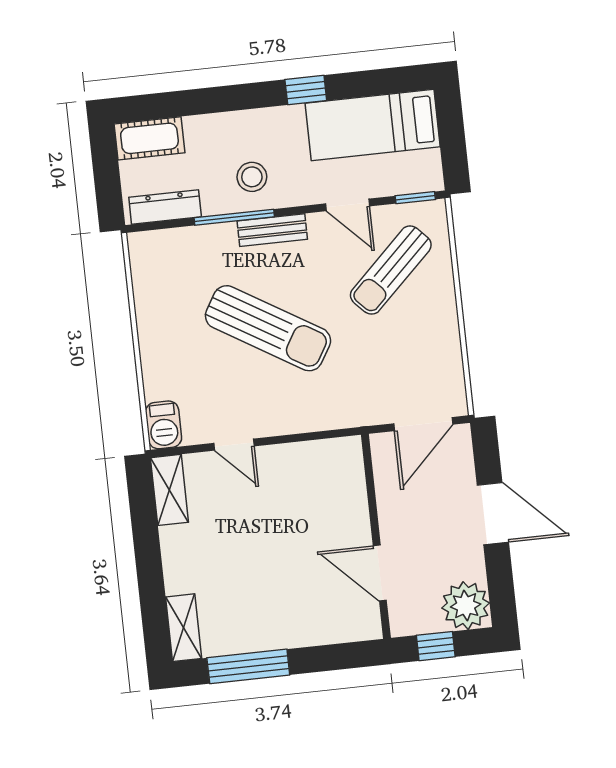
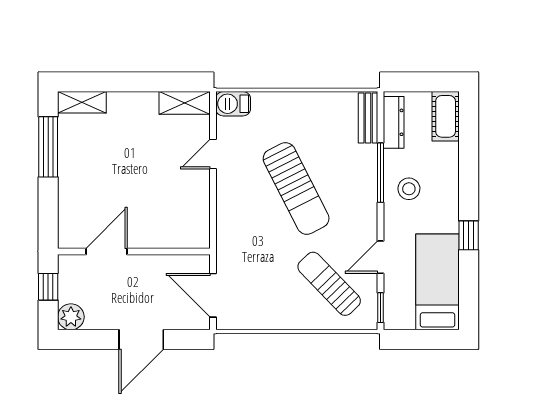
bench: (272, 230) -> (368, 118), moved
sun lounger: (268, 328) -> (296, 189), turned -58
plant: (466, 606) -> (71, 317), width x0.73, depth x0.73

